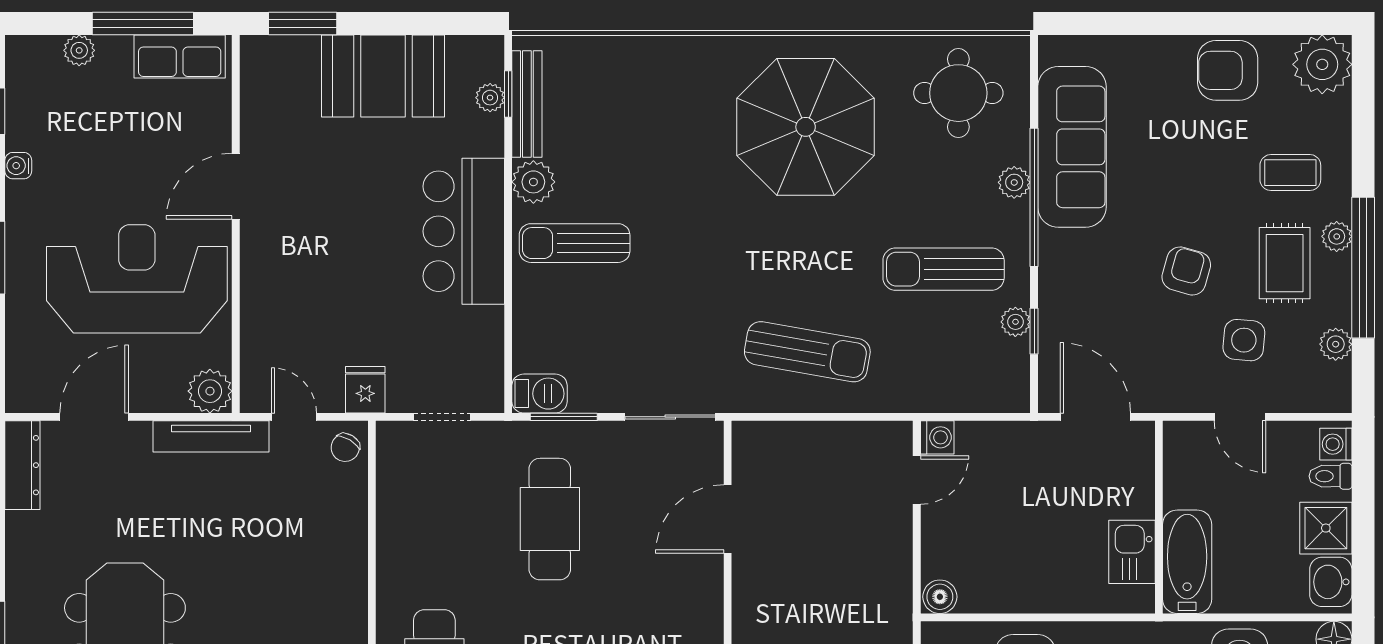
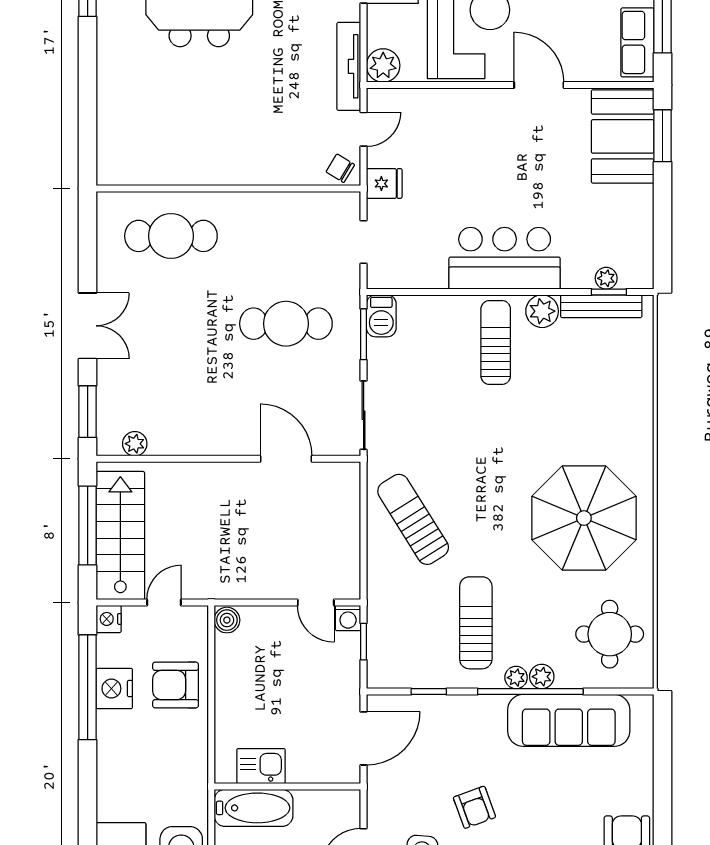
booth: (383, 76) -> (623, 136), moved
armchair: (1186, 271) -> (474, 807), turned 54
plant: (1015, 322) -> (516, 678), moved
sun lounger: (807, 352) -> (413, 519), turned 138
window: (968, 417) -> (364, 642), added

